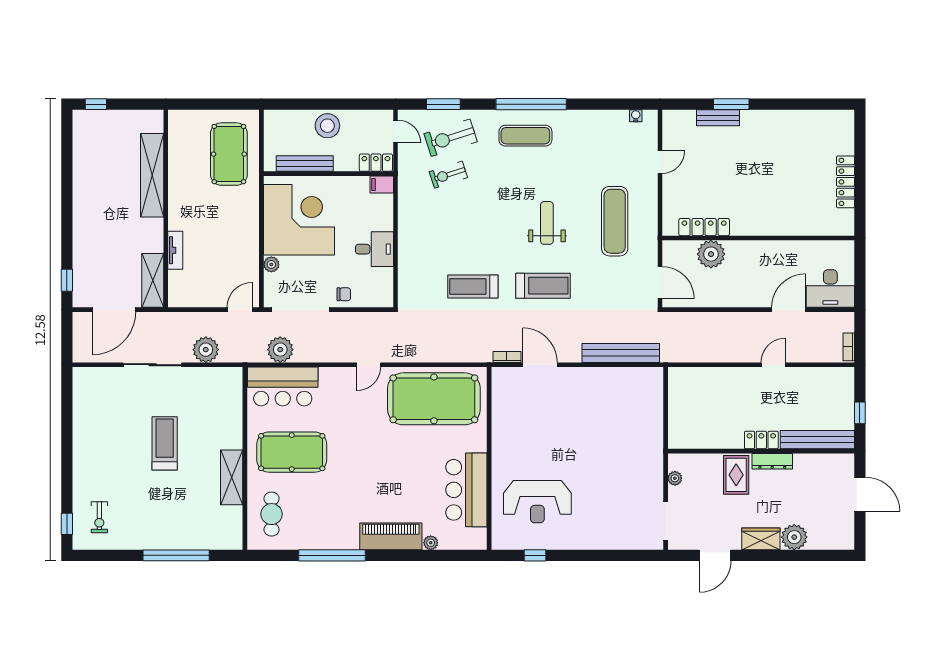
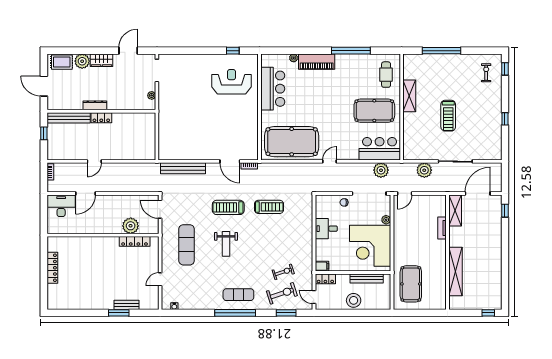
window: (67, 438) -> (505, 119), added
rug: (736, 475) -> (62, 62), moved, turned 90

